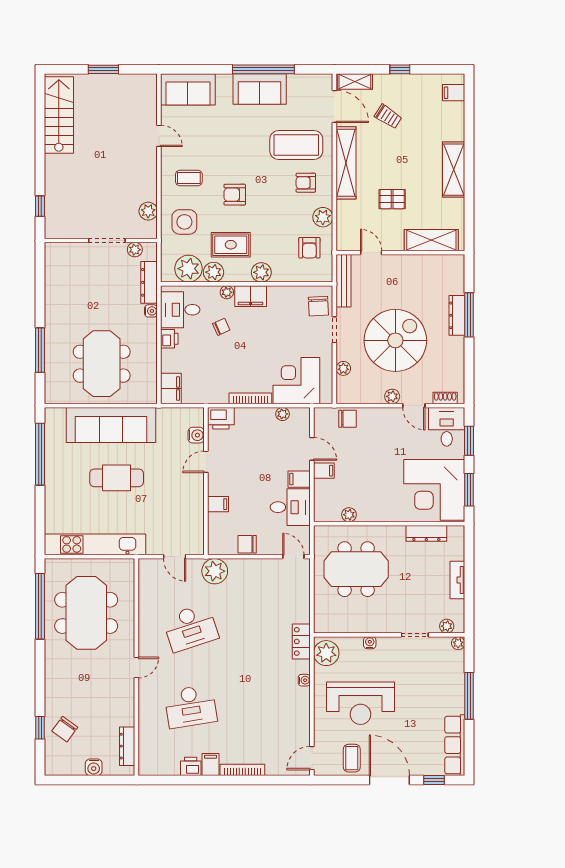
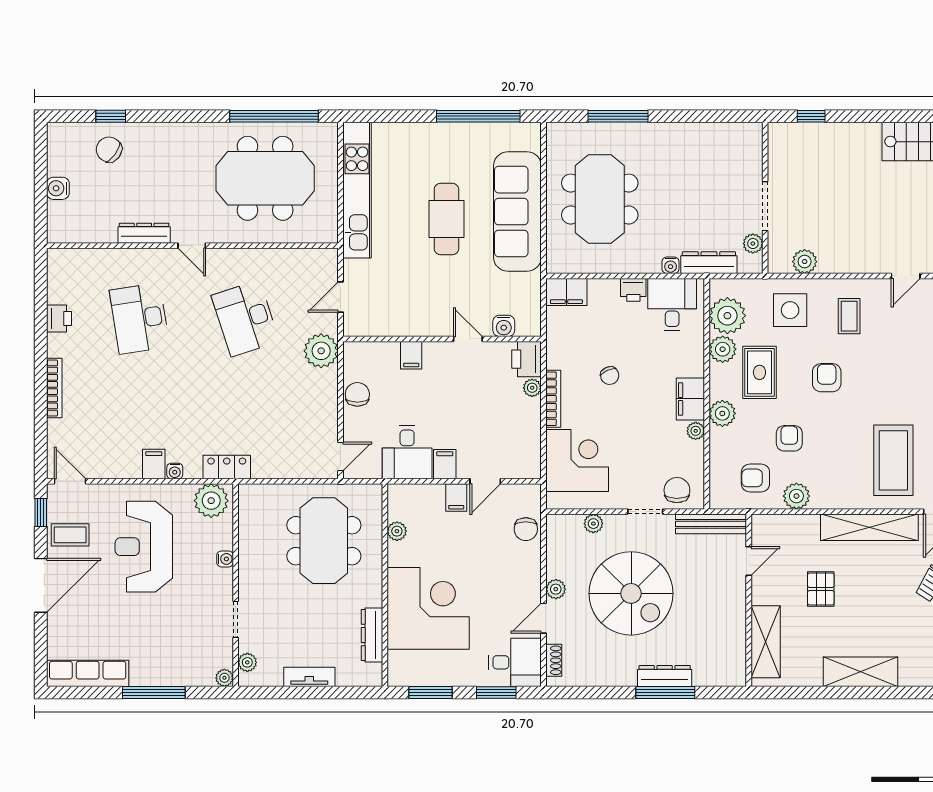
armchair: (306, 183) -> (789, 438), moved
plant: (227, 292) -> (696, 431), moved
chair: (318, 306) -> (677, 490), turned 93
chair: (221, 327) -> (610, 376), moved
meeting table: (102, 364) -> (600, 199), turned 90
plant: (282, 414) -> (532, 388), moved
corner desk: (434, 490) -> (428, 608), moved, turned 90
dresser: (127, 746) -> (144, 233), moved
filing cabinet: (210, 764) -> (154, 464), moved, turned -90
window: (434, 780) -> (41, 513), moved

